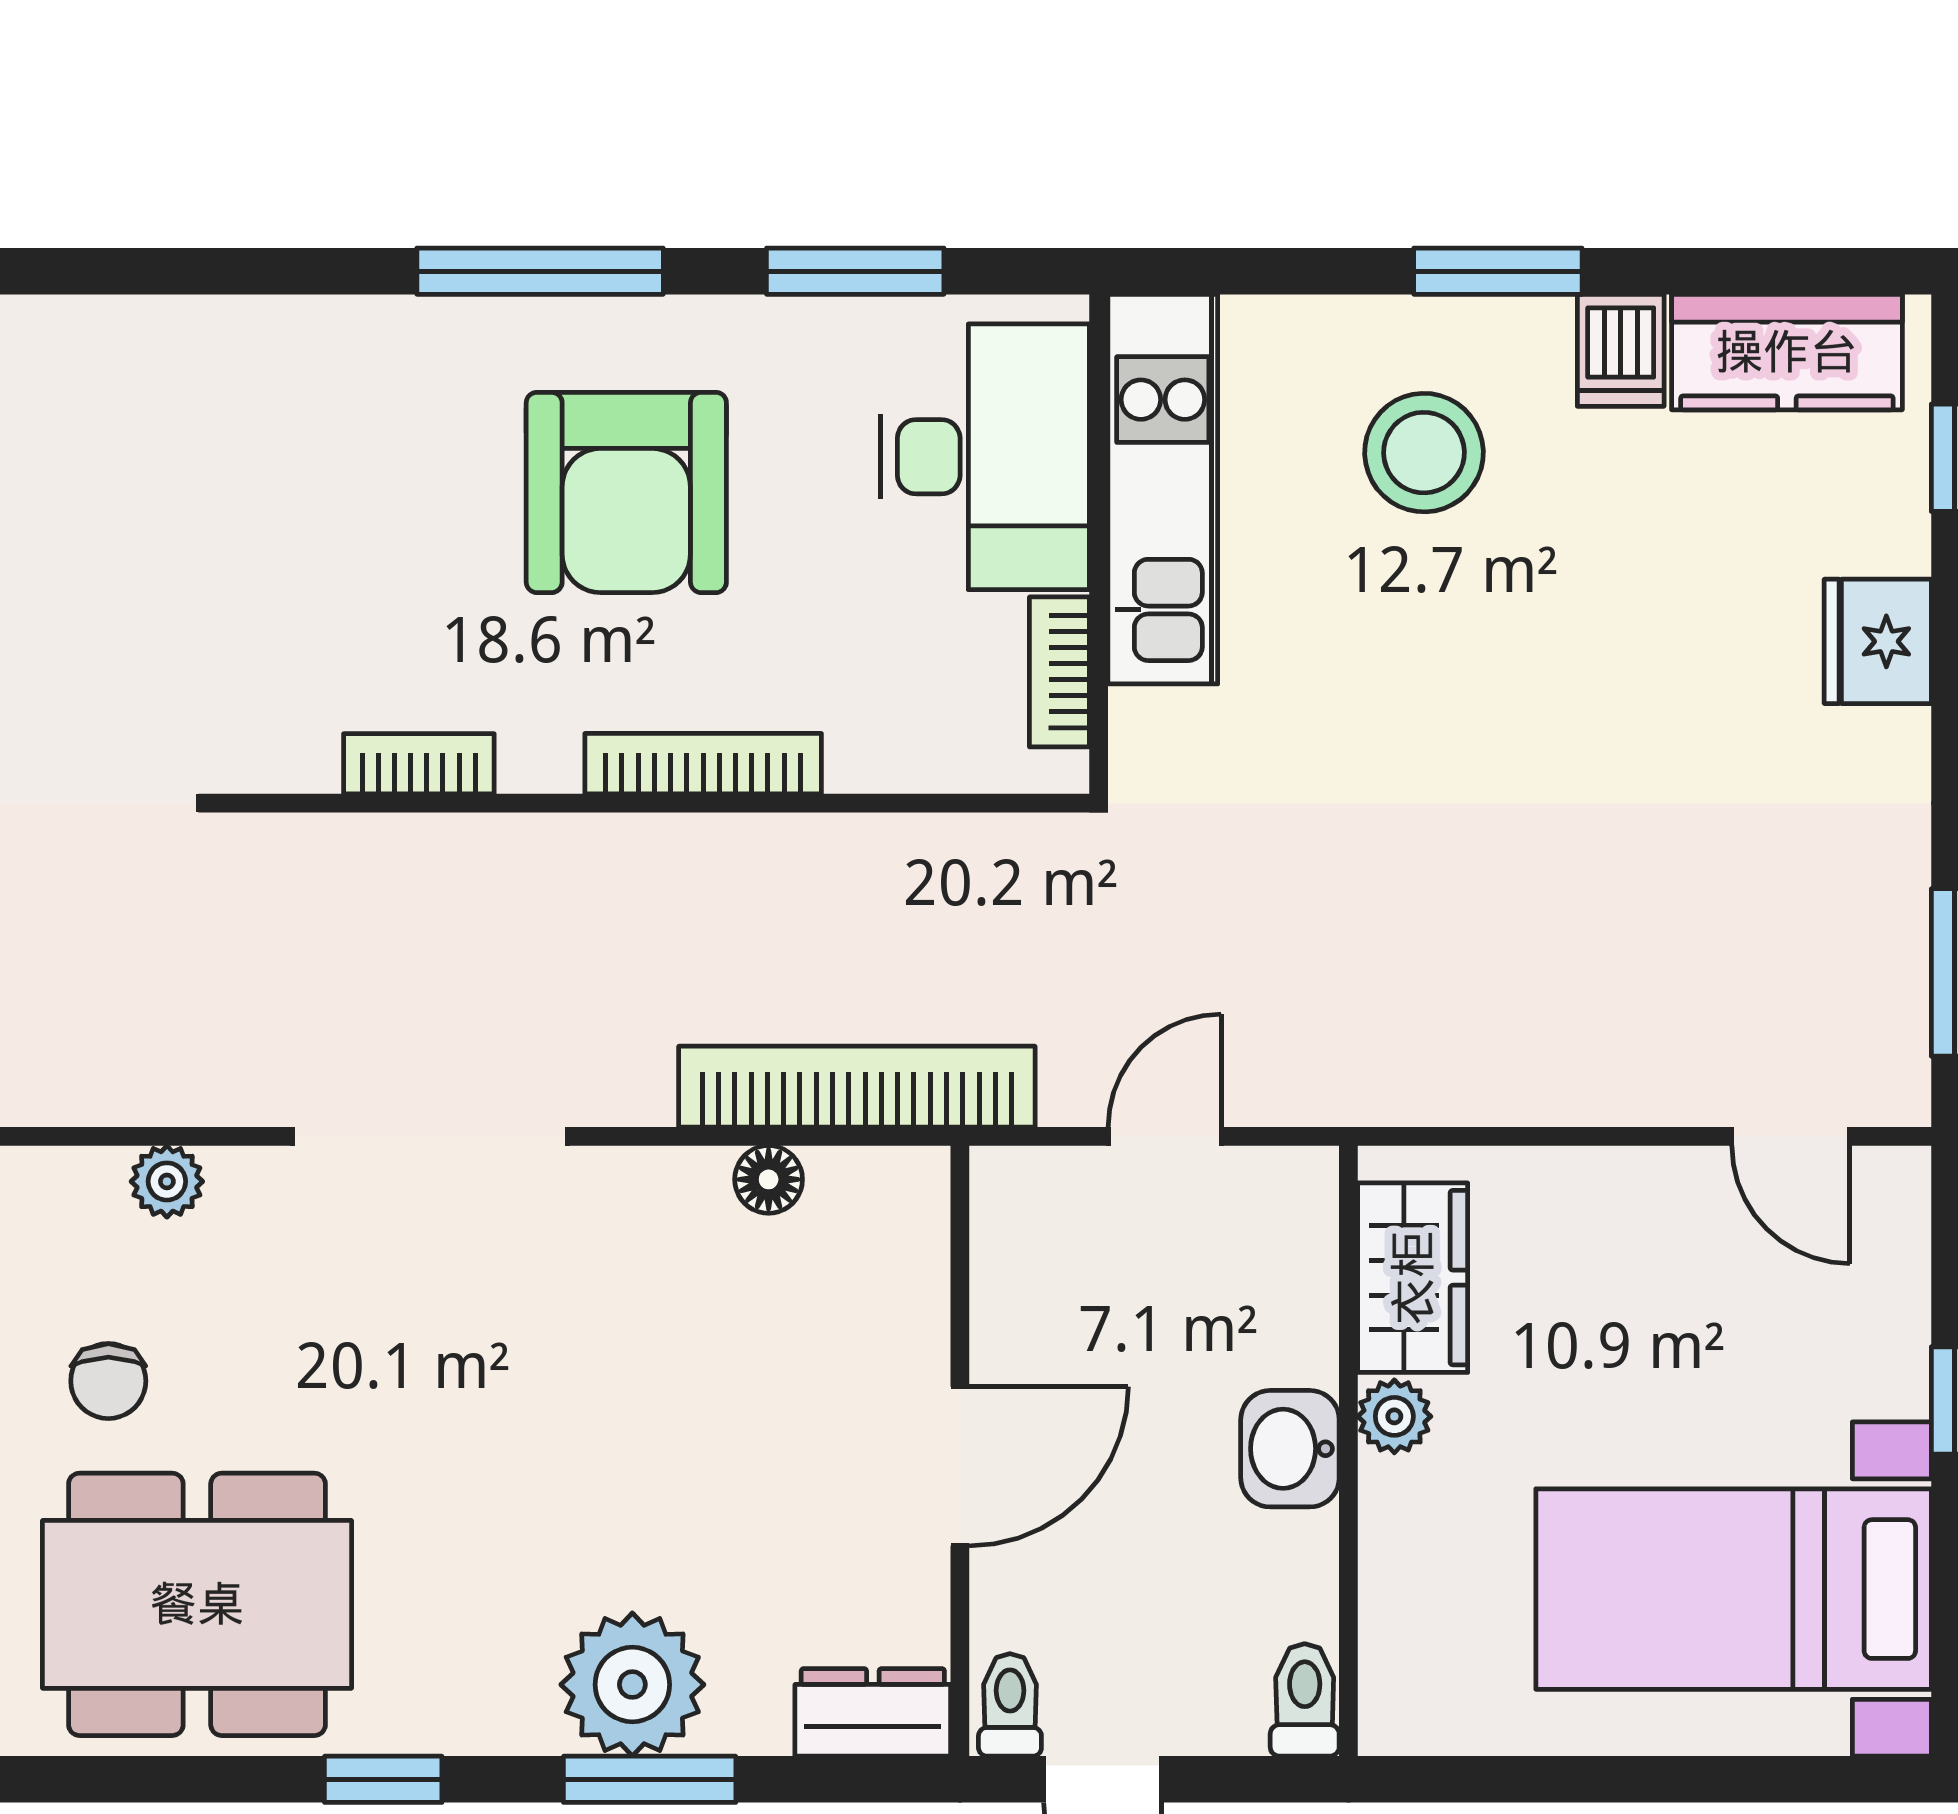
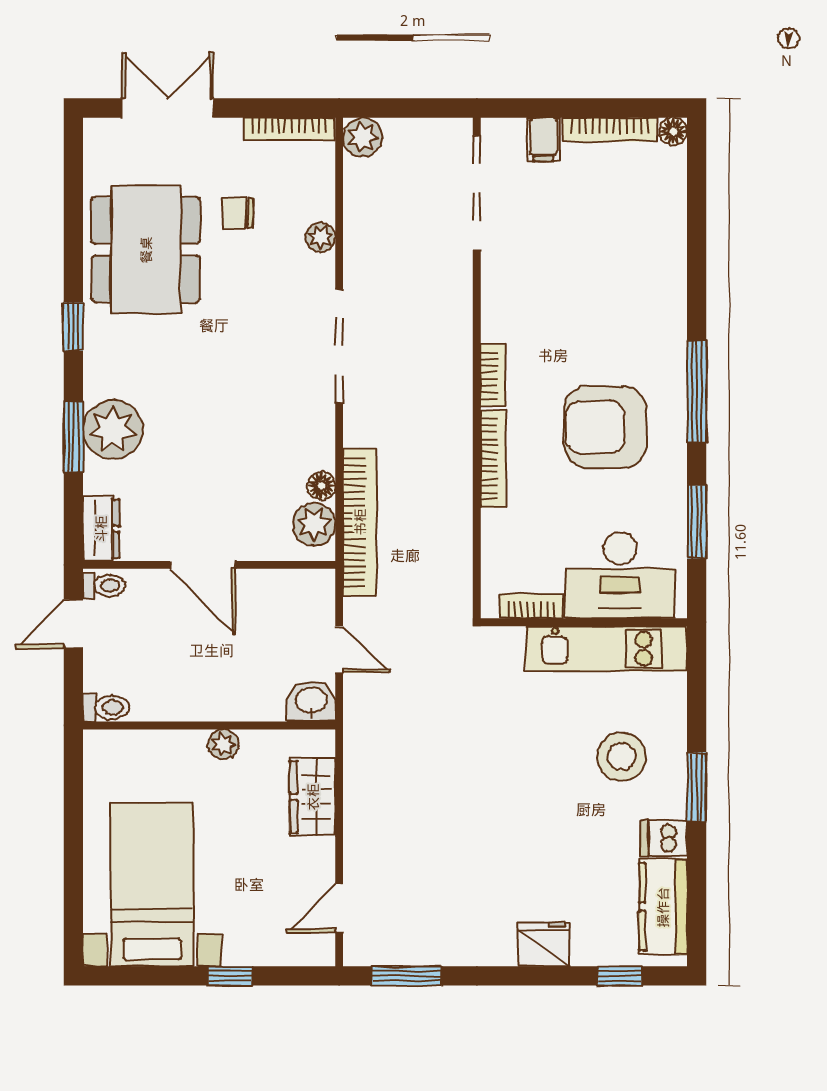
bookcase: (419, 764) -> (493, 376), moved
plant: (861, 1197) -> (314, 524), added
wardrobe: (1413, 1278) -> (313, 797), moved, turned 90
washbasin: (1290, 1449) -> (311, 701), moved

